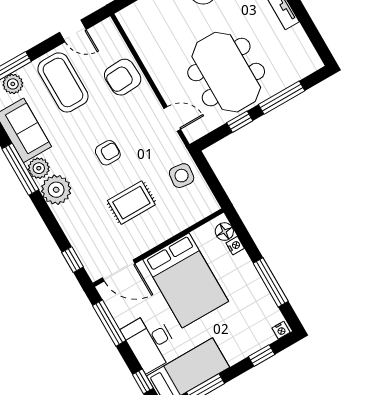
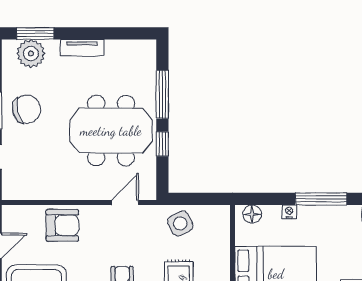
armchair: (123, 77) -> (62, 225), turned -87
side table: (182, 176) -> (180, 223), turned -34
nightstand: (235, 246) -> (289, 212), moved

